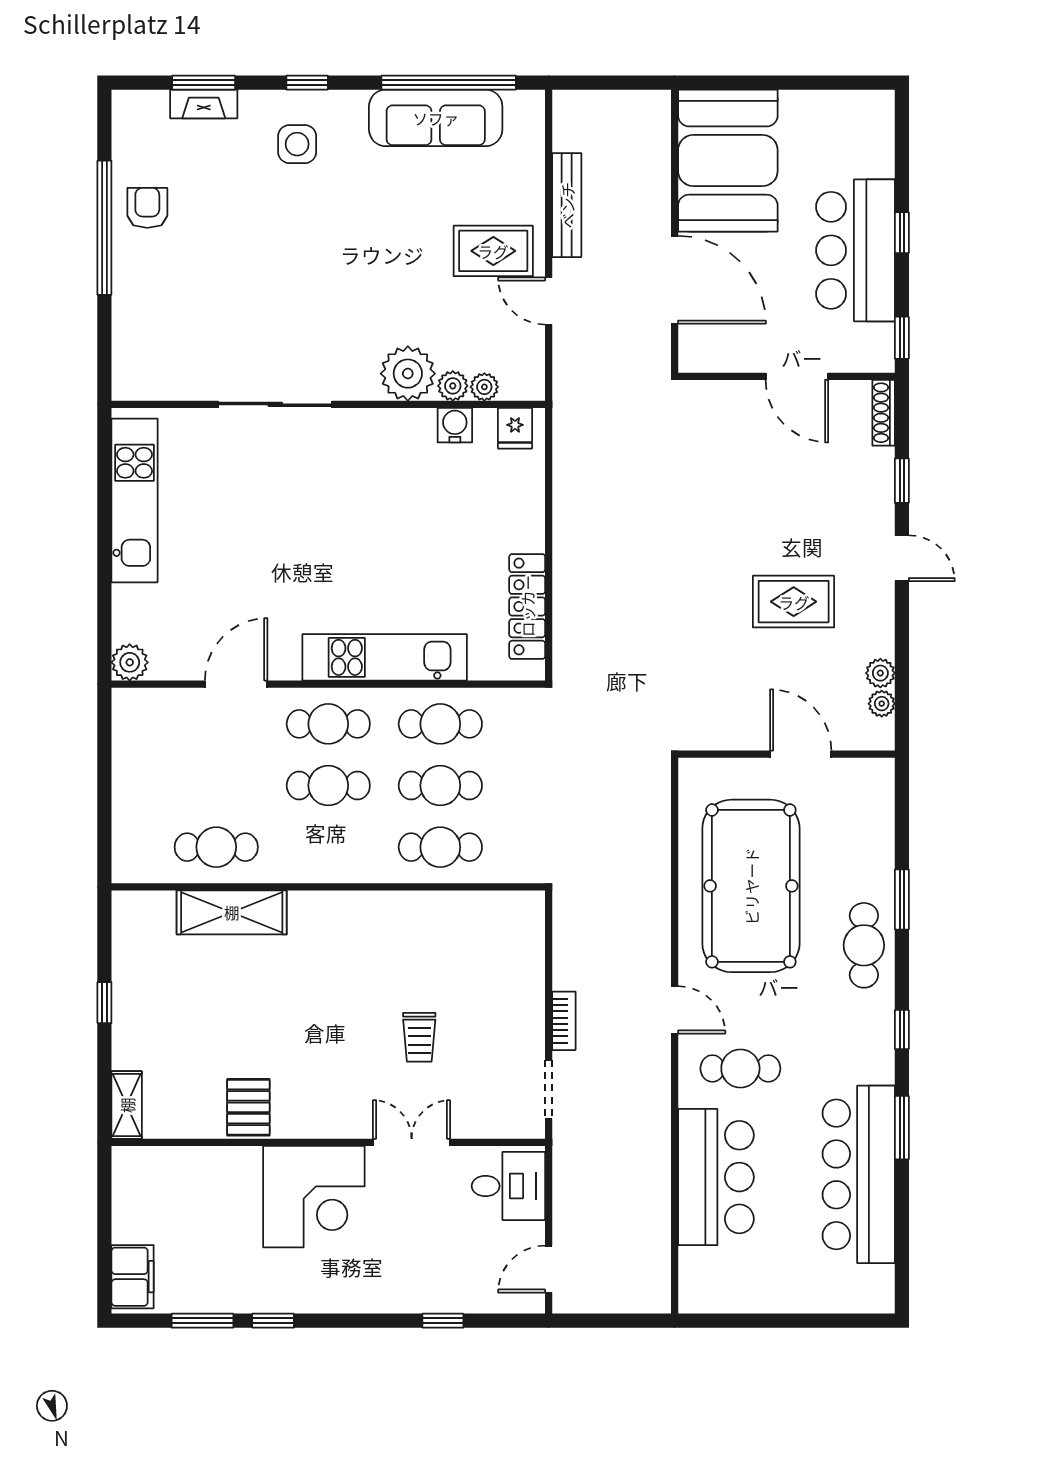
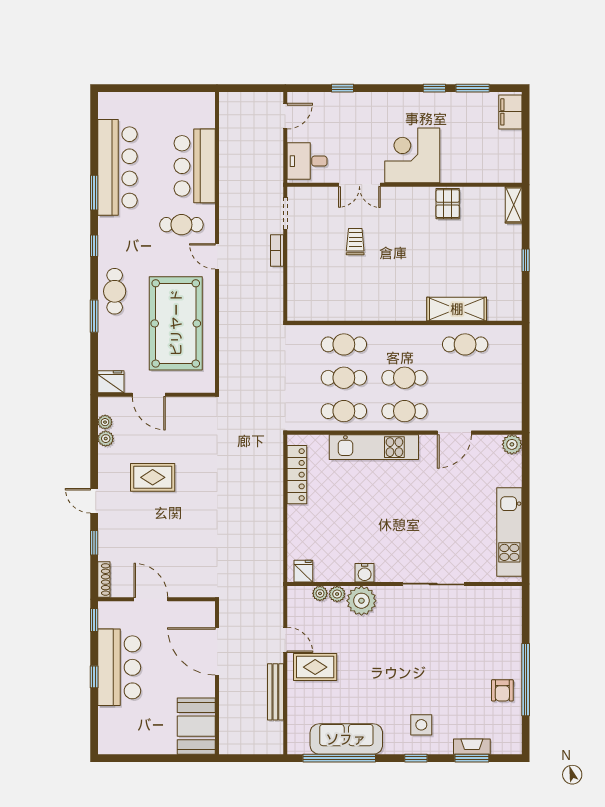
booth: (728, 161) -> (196, 726), width x0.73, depth x0.70
water cooler: (455, 425) -> (365, 573), moved
fridge: (871, 778) -> (111, 382), added

